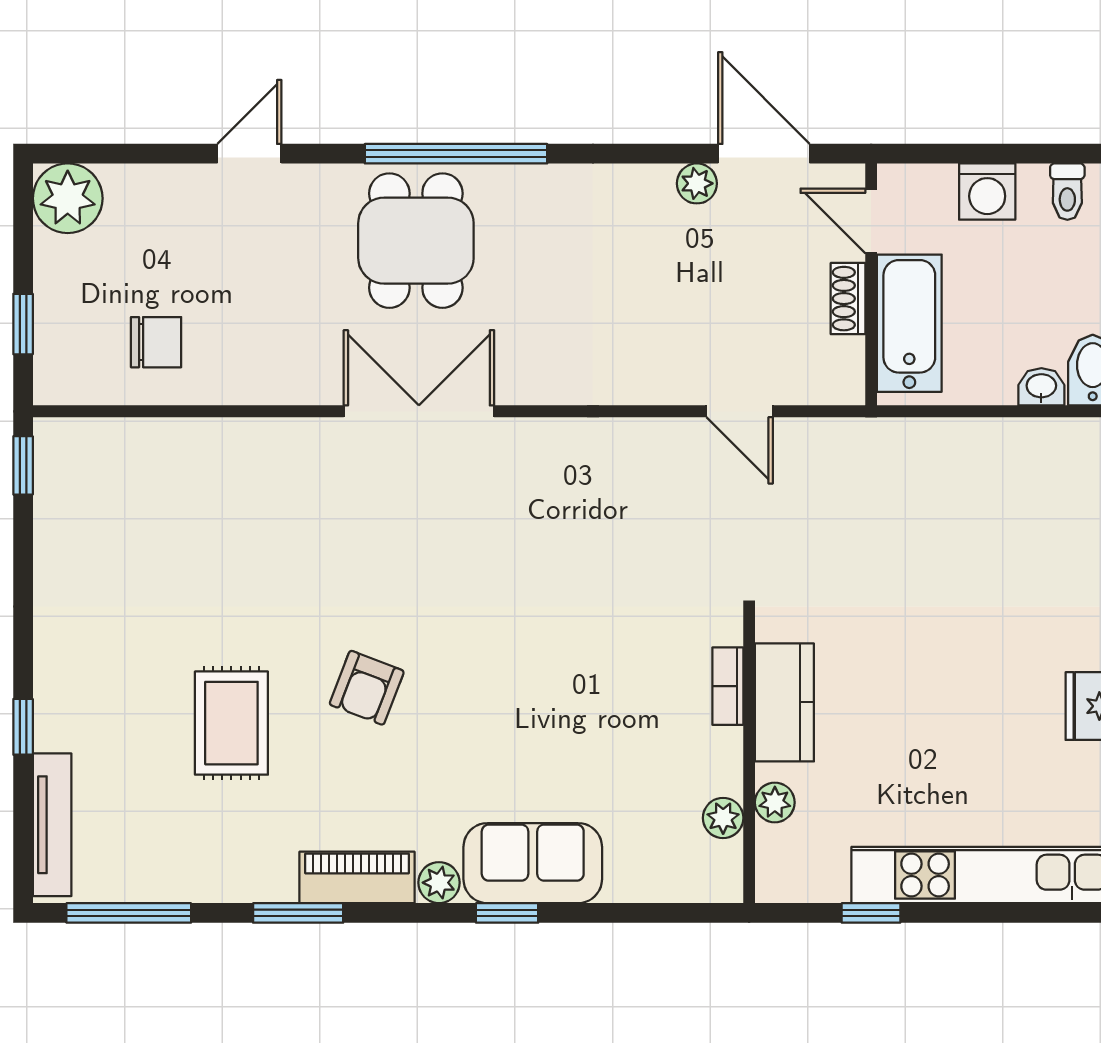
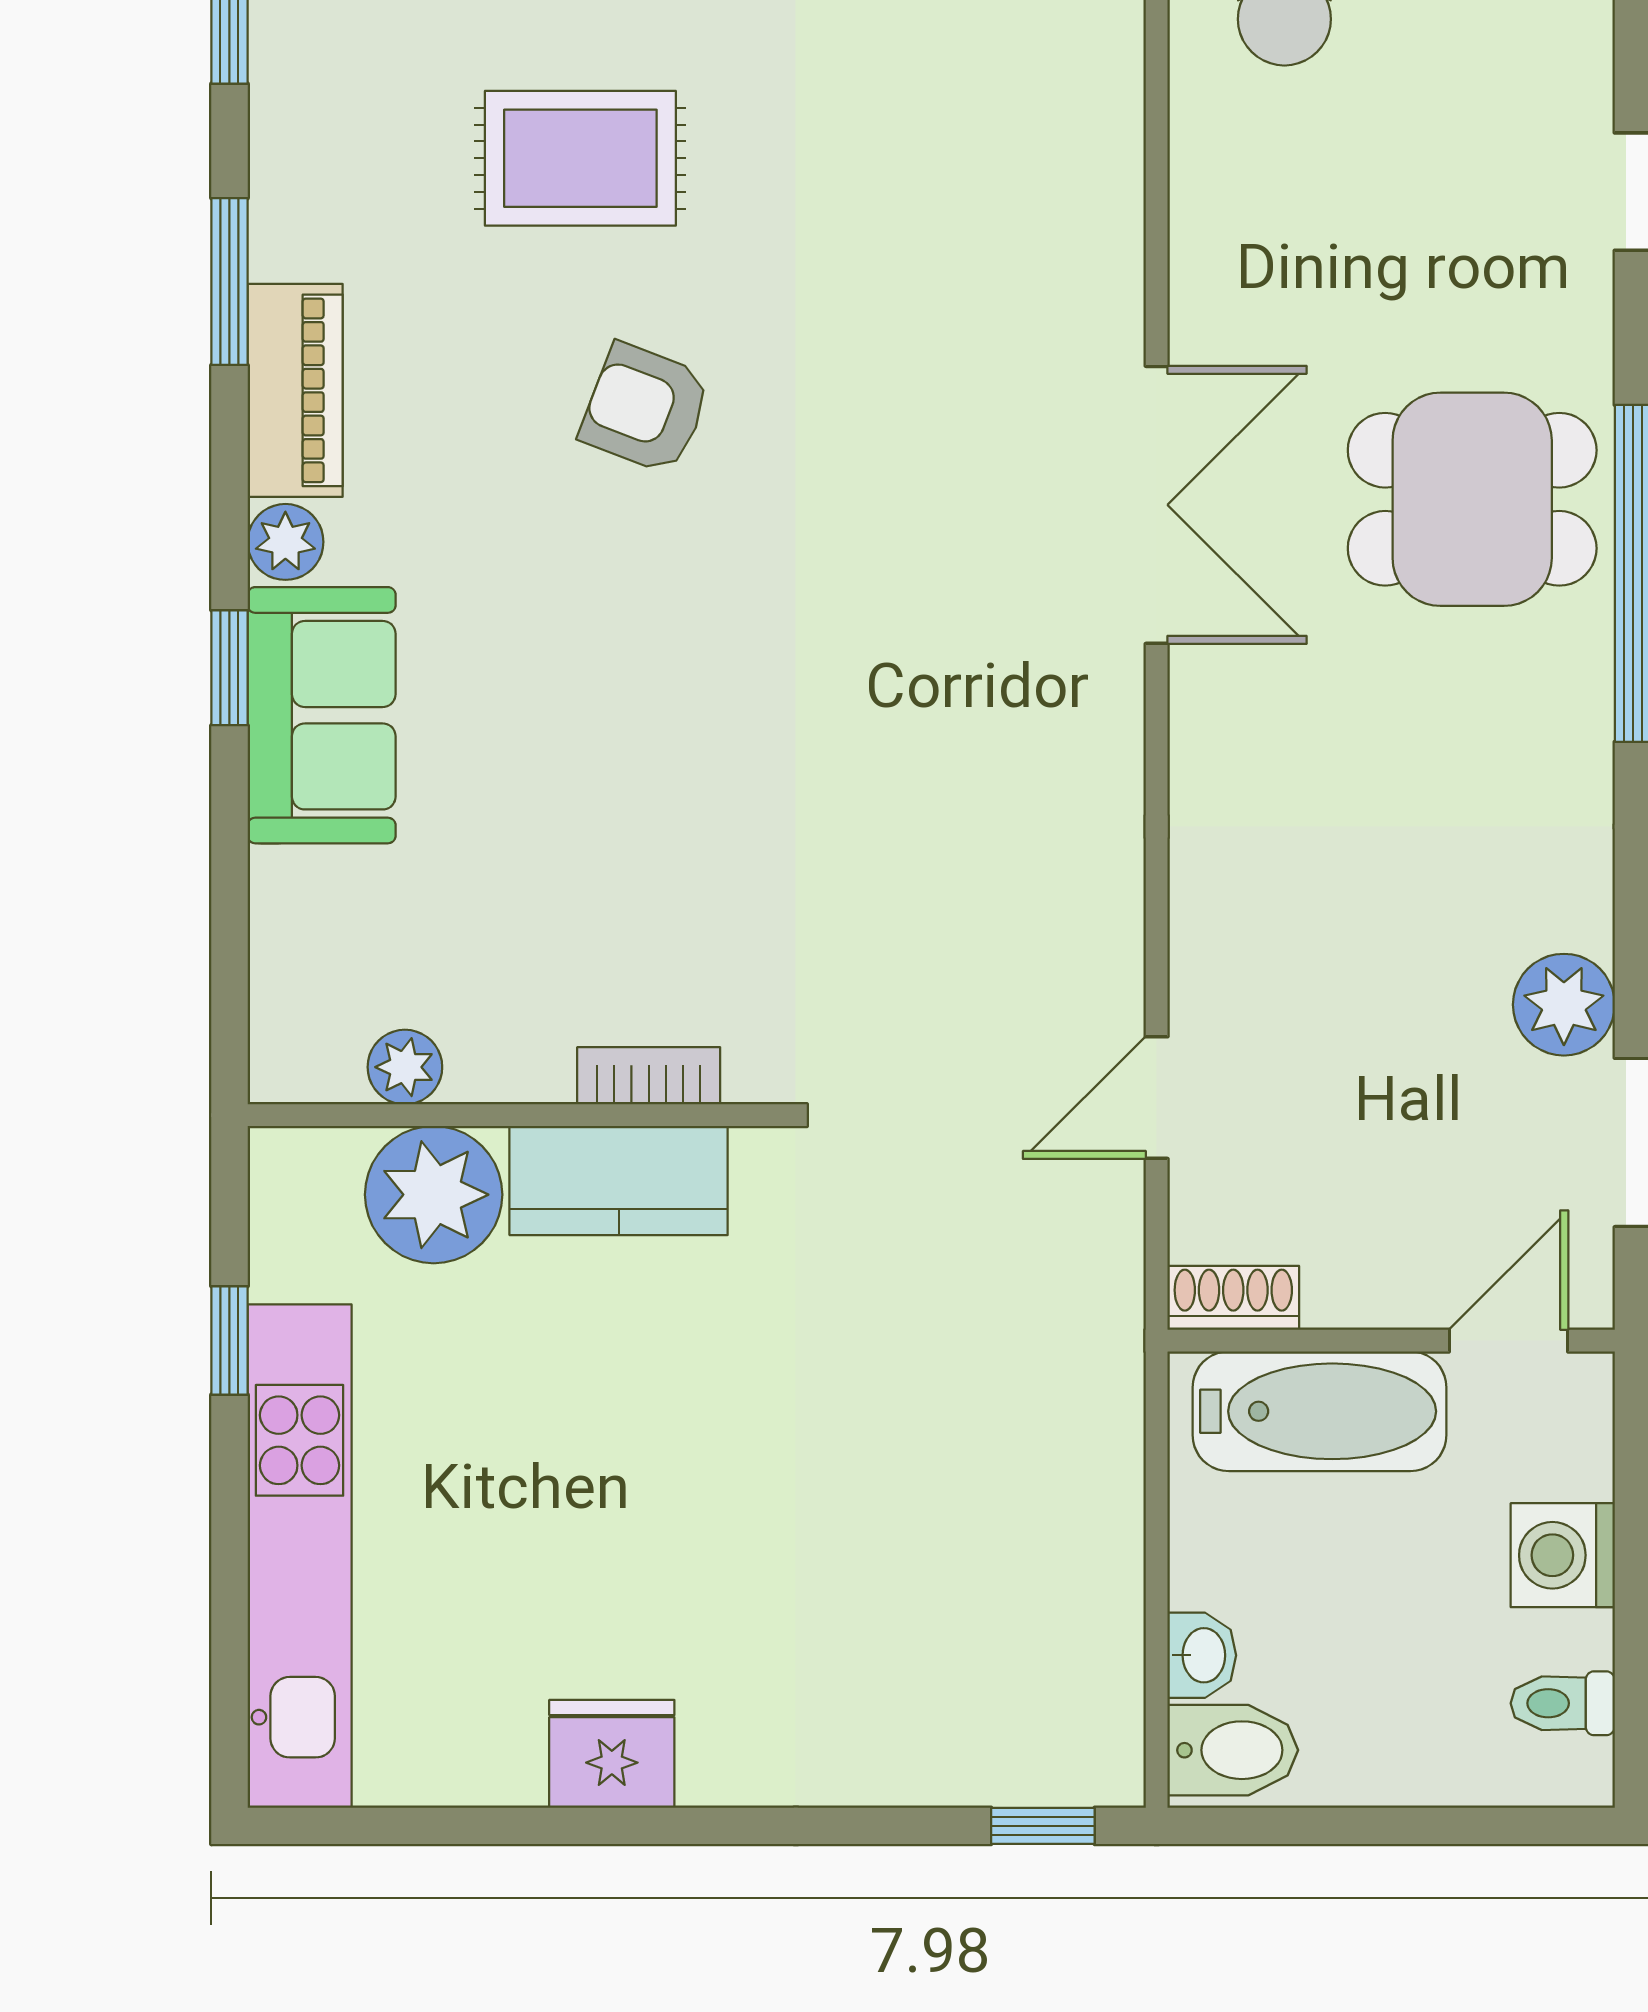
plant: (697, 183) -> (1564, 1005), width x1.38, depth x1.38
shoe rack: (848, 299) -> (1233, 1298), moved
plant: (775, 802) -> (434, 1195), width x1.87, depth x1.87

